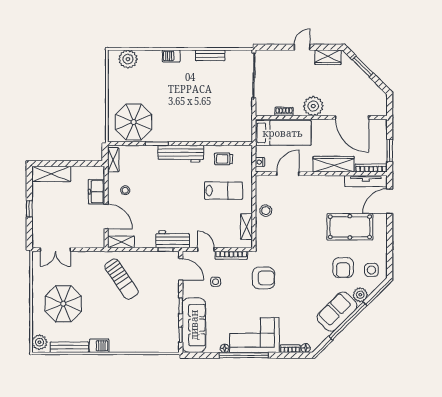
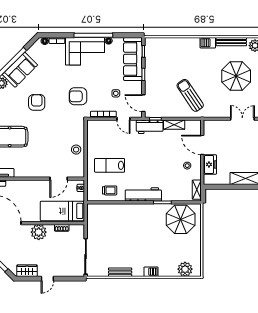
wardrobe: (334, 164) -> (23, 186), removed
shelving: (247, 227) -> (91, 137), removed
shelving: (121, 242) -> (174, 125), moved
armchair: (343, 268) -> (37, 102), moved

